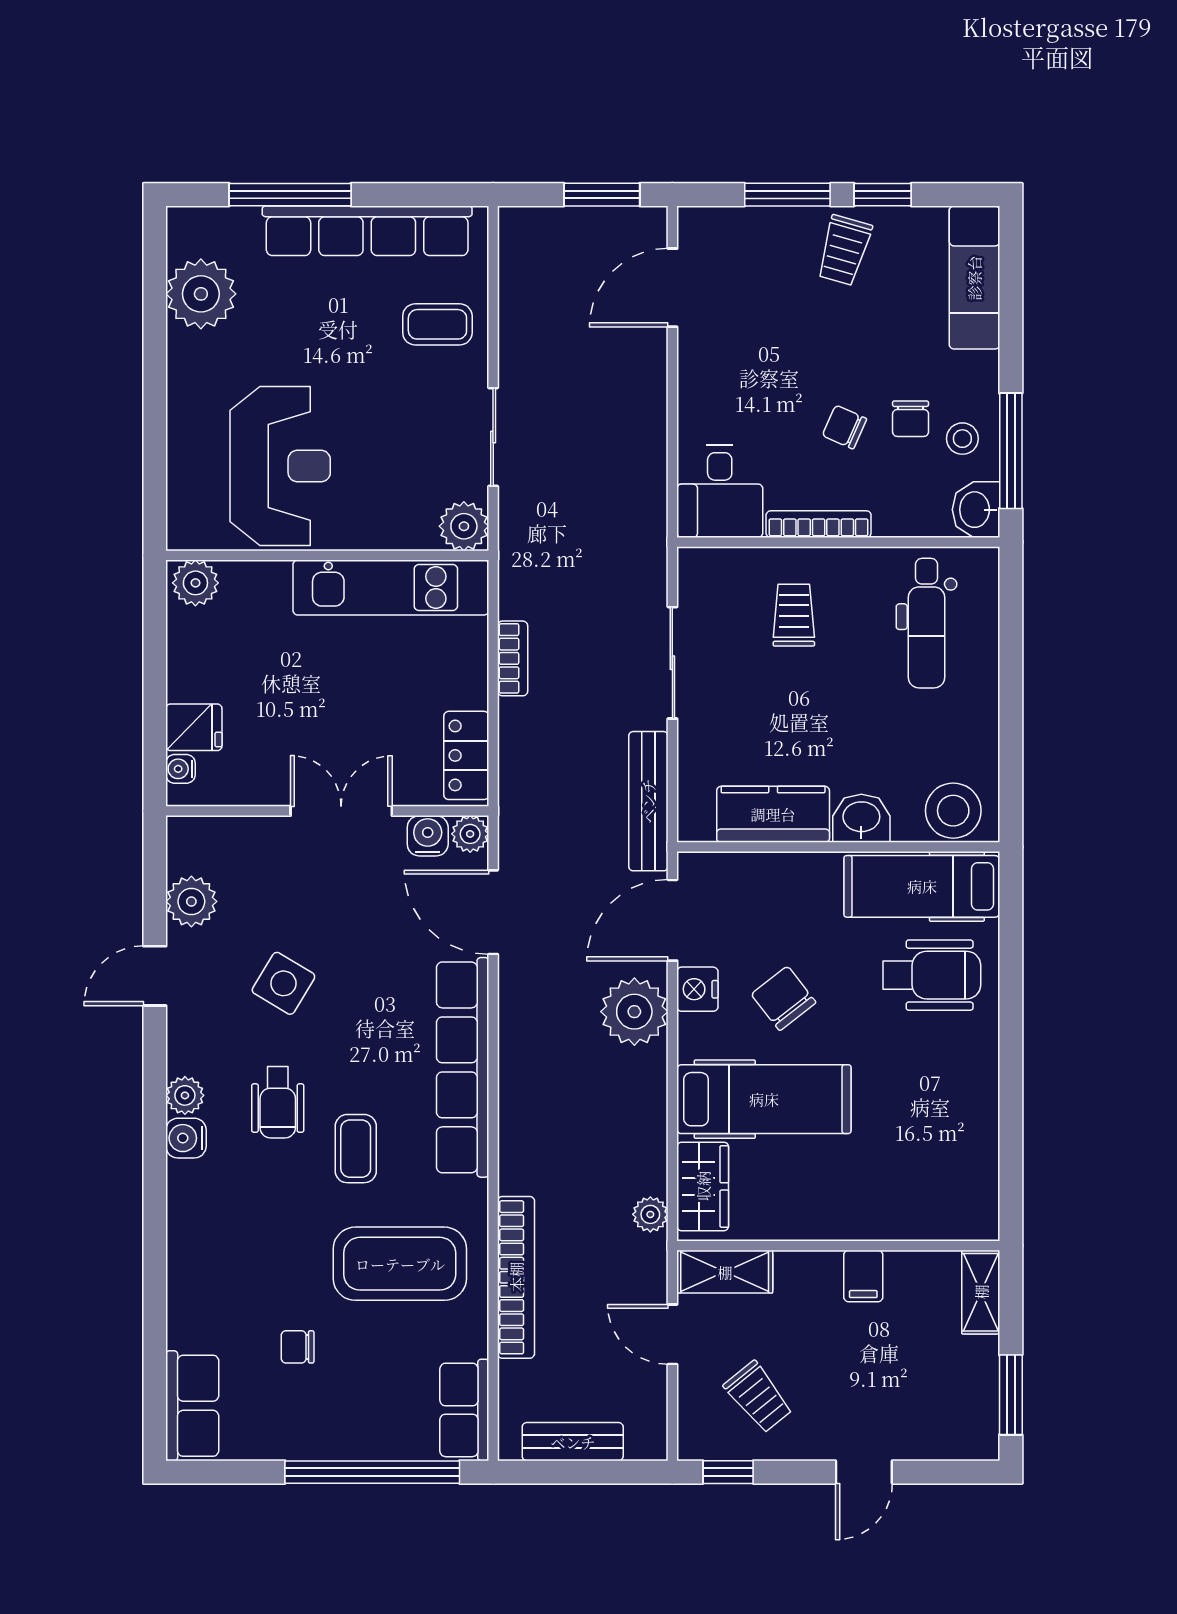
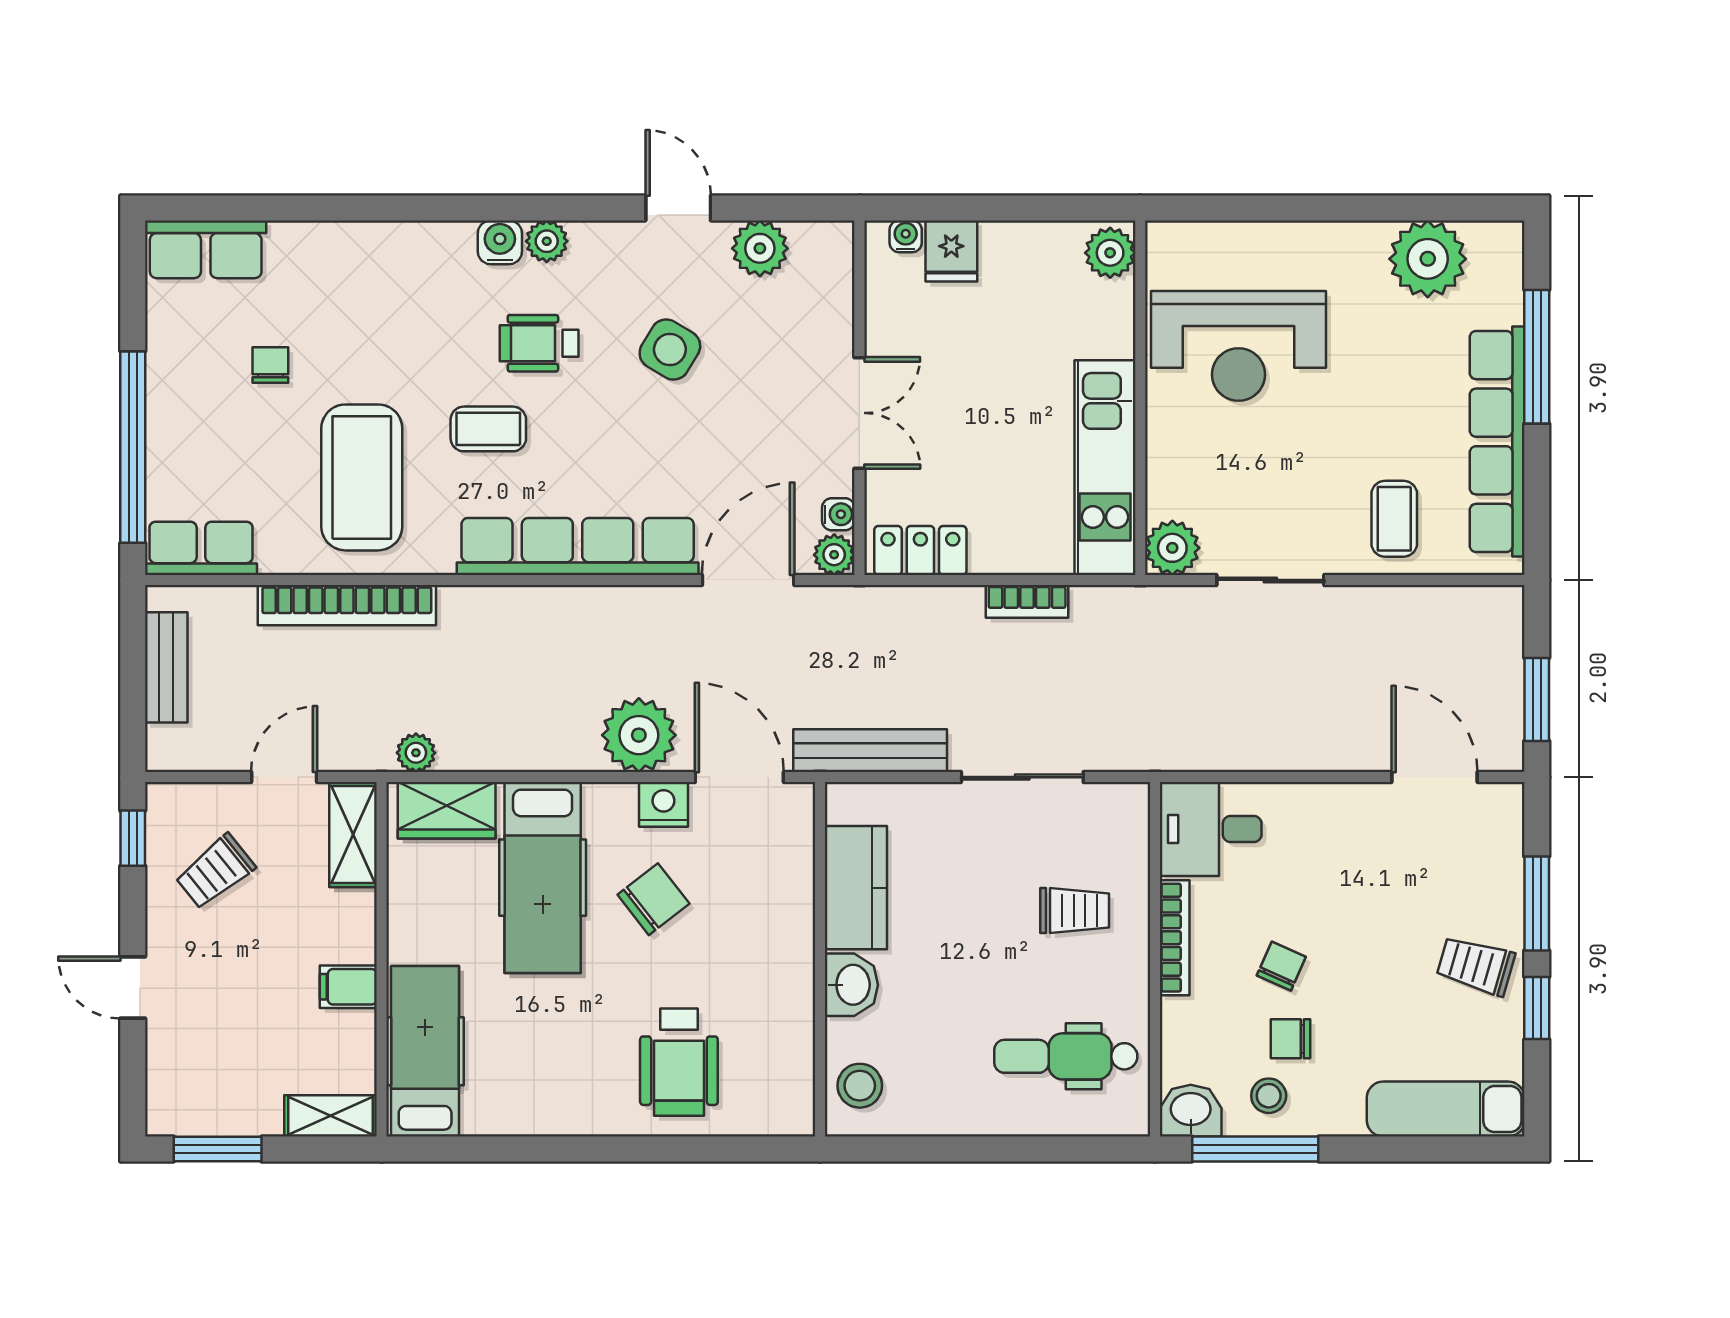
stool: (953, 811) -> (860, 1086), width x0.73, depth x0.73
water cooler: (428, 836) -> (838, 514), width x0.72, depth x0.72
hospital bed: (922, 886) -> (425, 1051), moved

